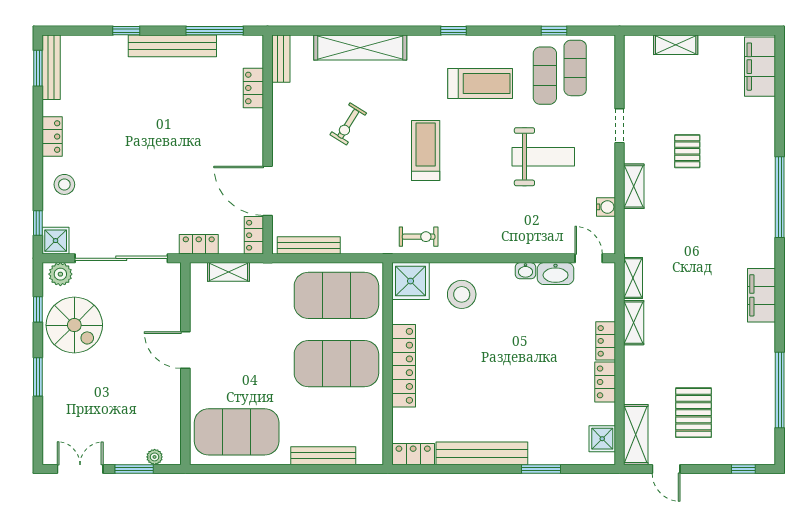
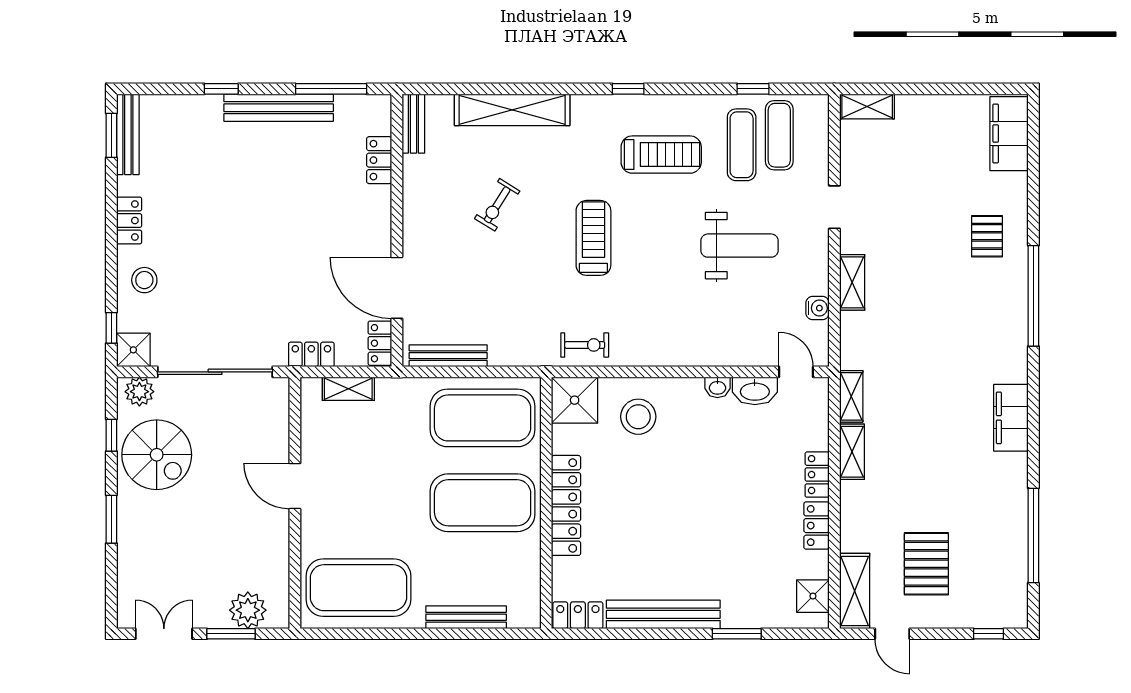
shelving: (676, 45) -> (867, 106), moved
pallet: (687, 151) -> (987, 236), moved
plant: (155, 457) -> (248, 610), width x1.88, depth x1.88

